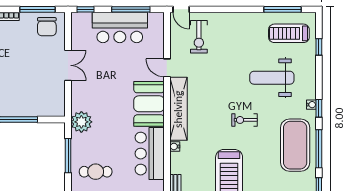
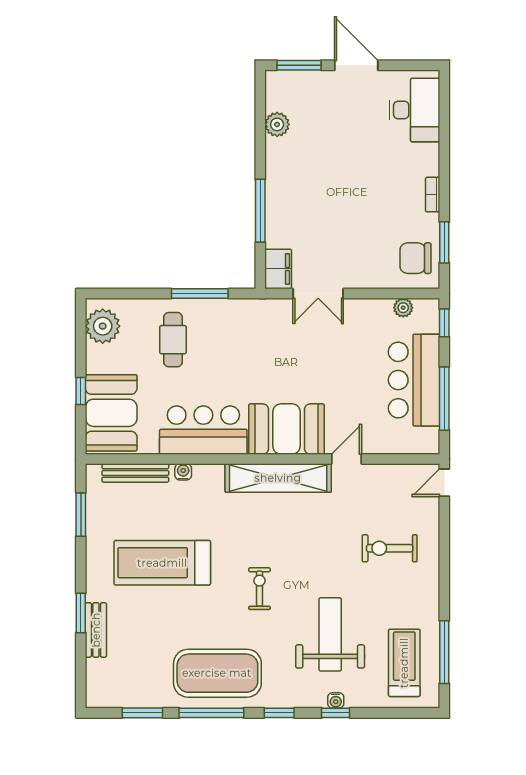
window: (37, 9) -> (444, 242), width x0.69
exercise bike: (199, 37) -> (390, 548), moved
window: (319, 47) -> (336, 713), moved
double door: (68, 65) -> (318, 294), moved
water cooler: (311, 105) -> (336, 700), moved
filing cabinet: (53, 109) -> (278, 269), added
plant: (81, 122) -> (403, 308), moved, width x0.53, depth x0.53
water cooler: (175, 146) -> (183, 472), moved

